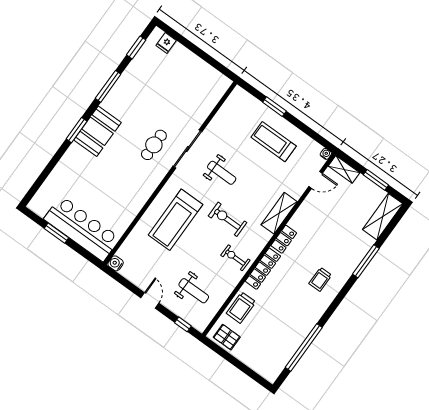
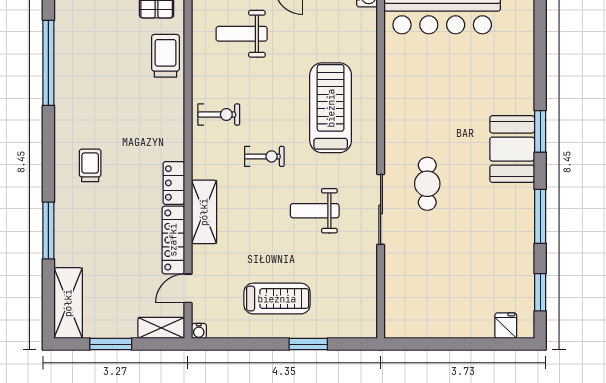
exercise bike: (227, 219) -> (264, 156), width x0.73, depth x0.72
locker: (263, 269) -> (173, 240), moved

